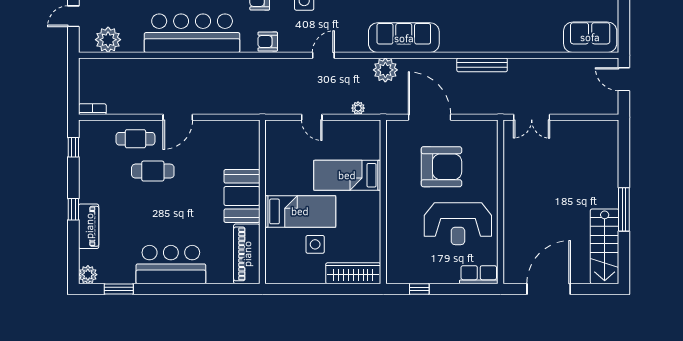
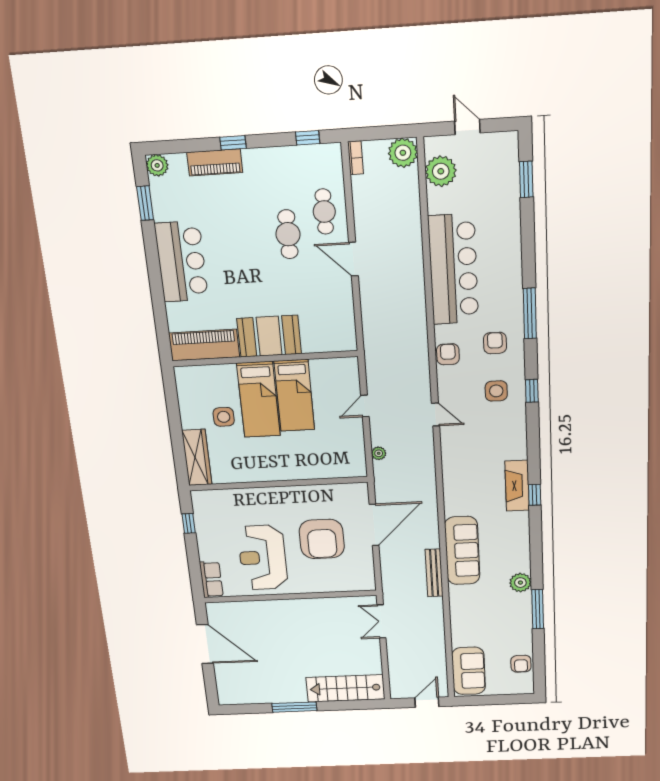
sofa: (404, 38) -> (462, 551), moved
plant: (385, 70) -> (403, 153), moved
bed: (347, 175) -> (294, 396), moved, turned 180
stairs: (605, 246) -> (345, 688), moved

